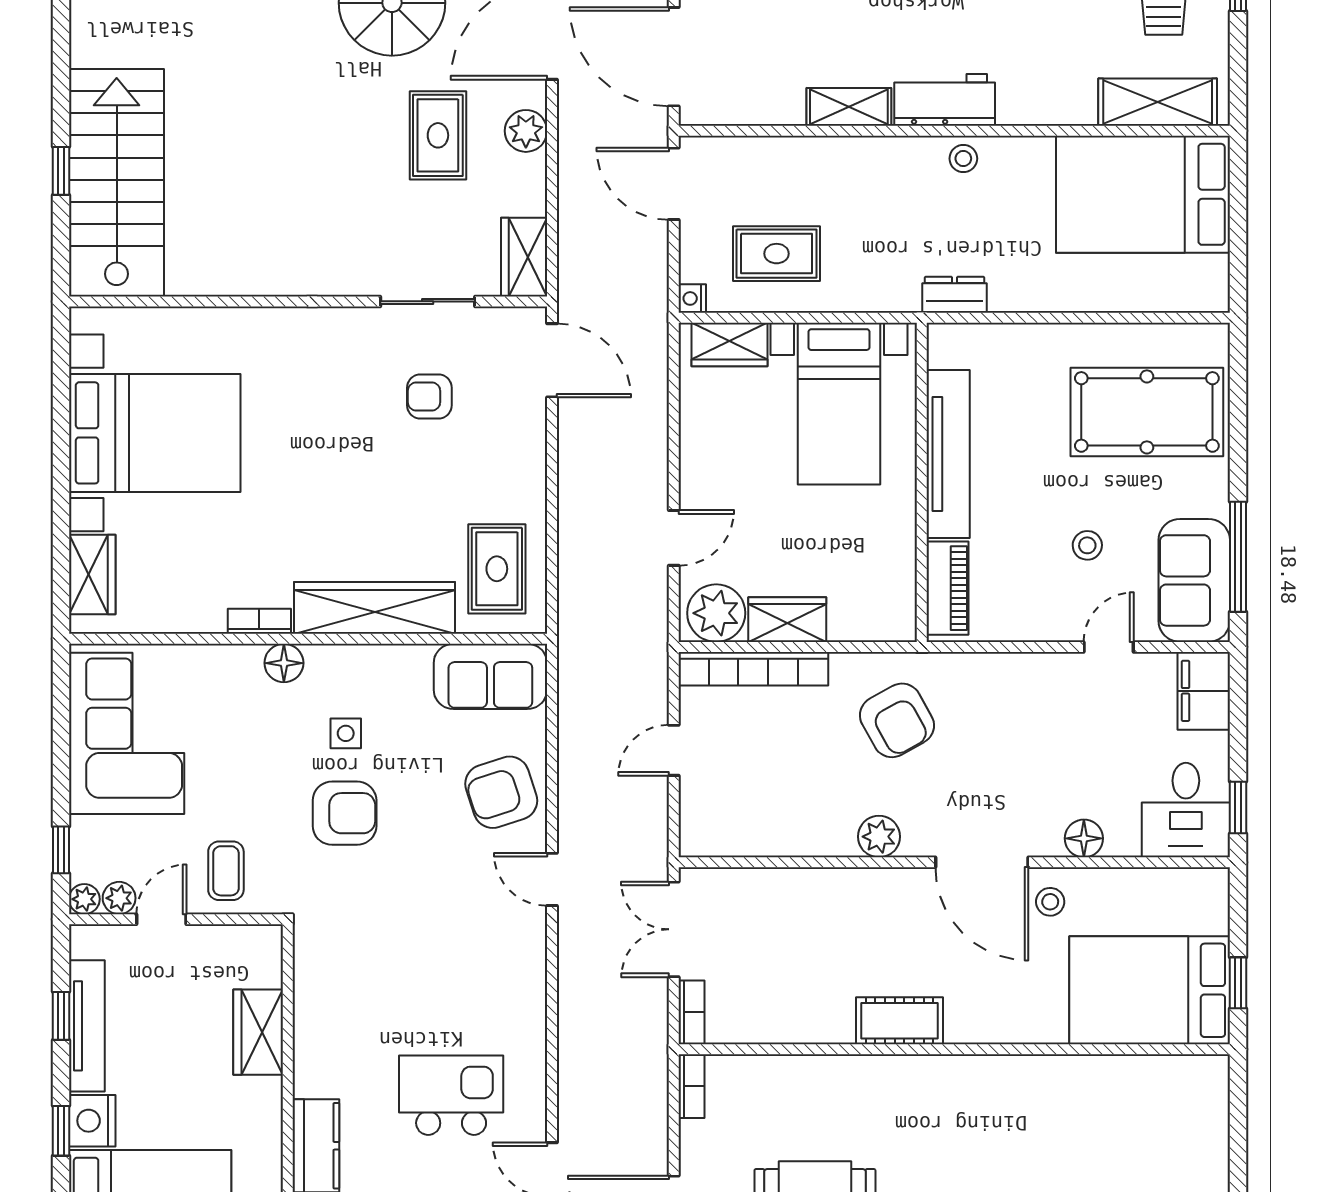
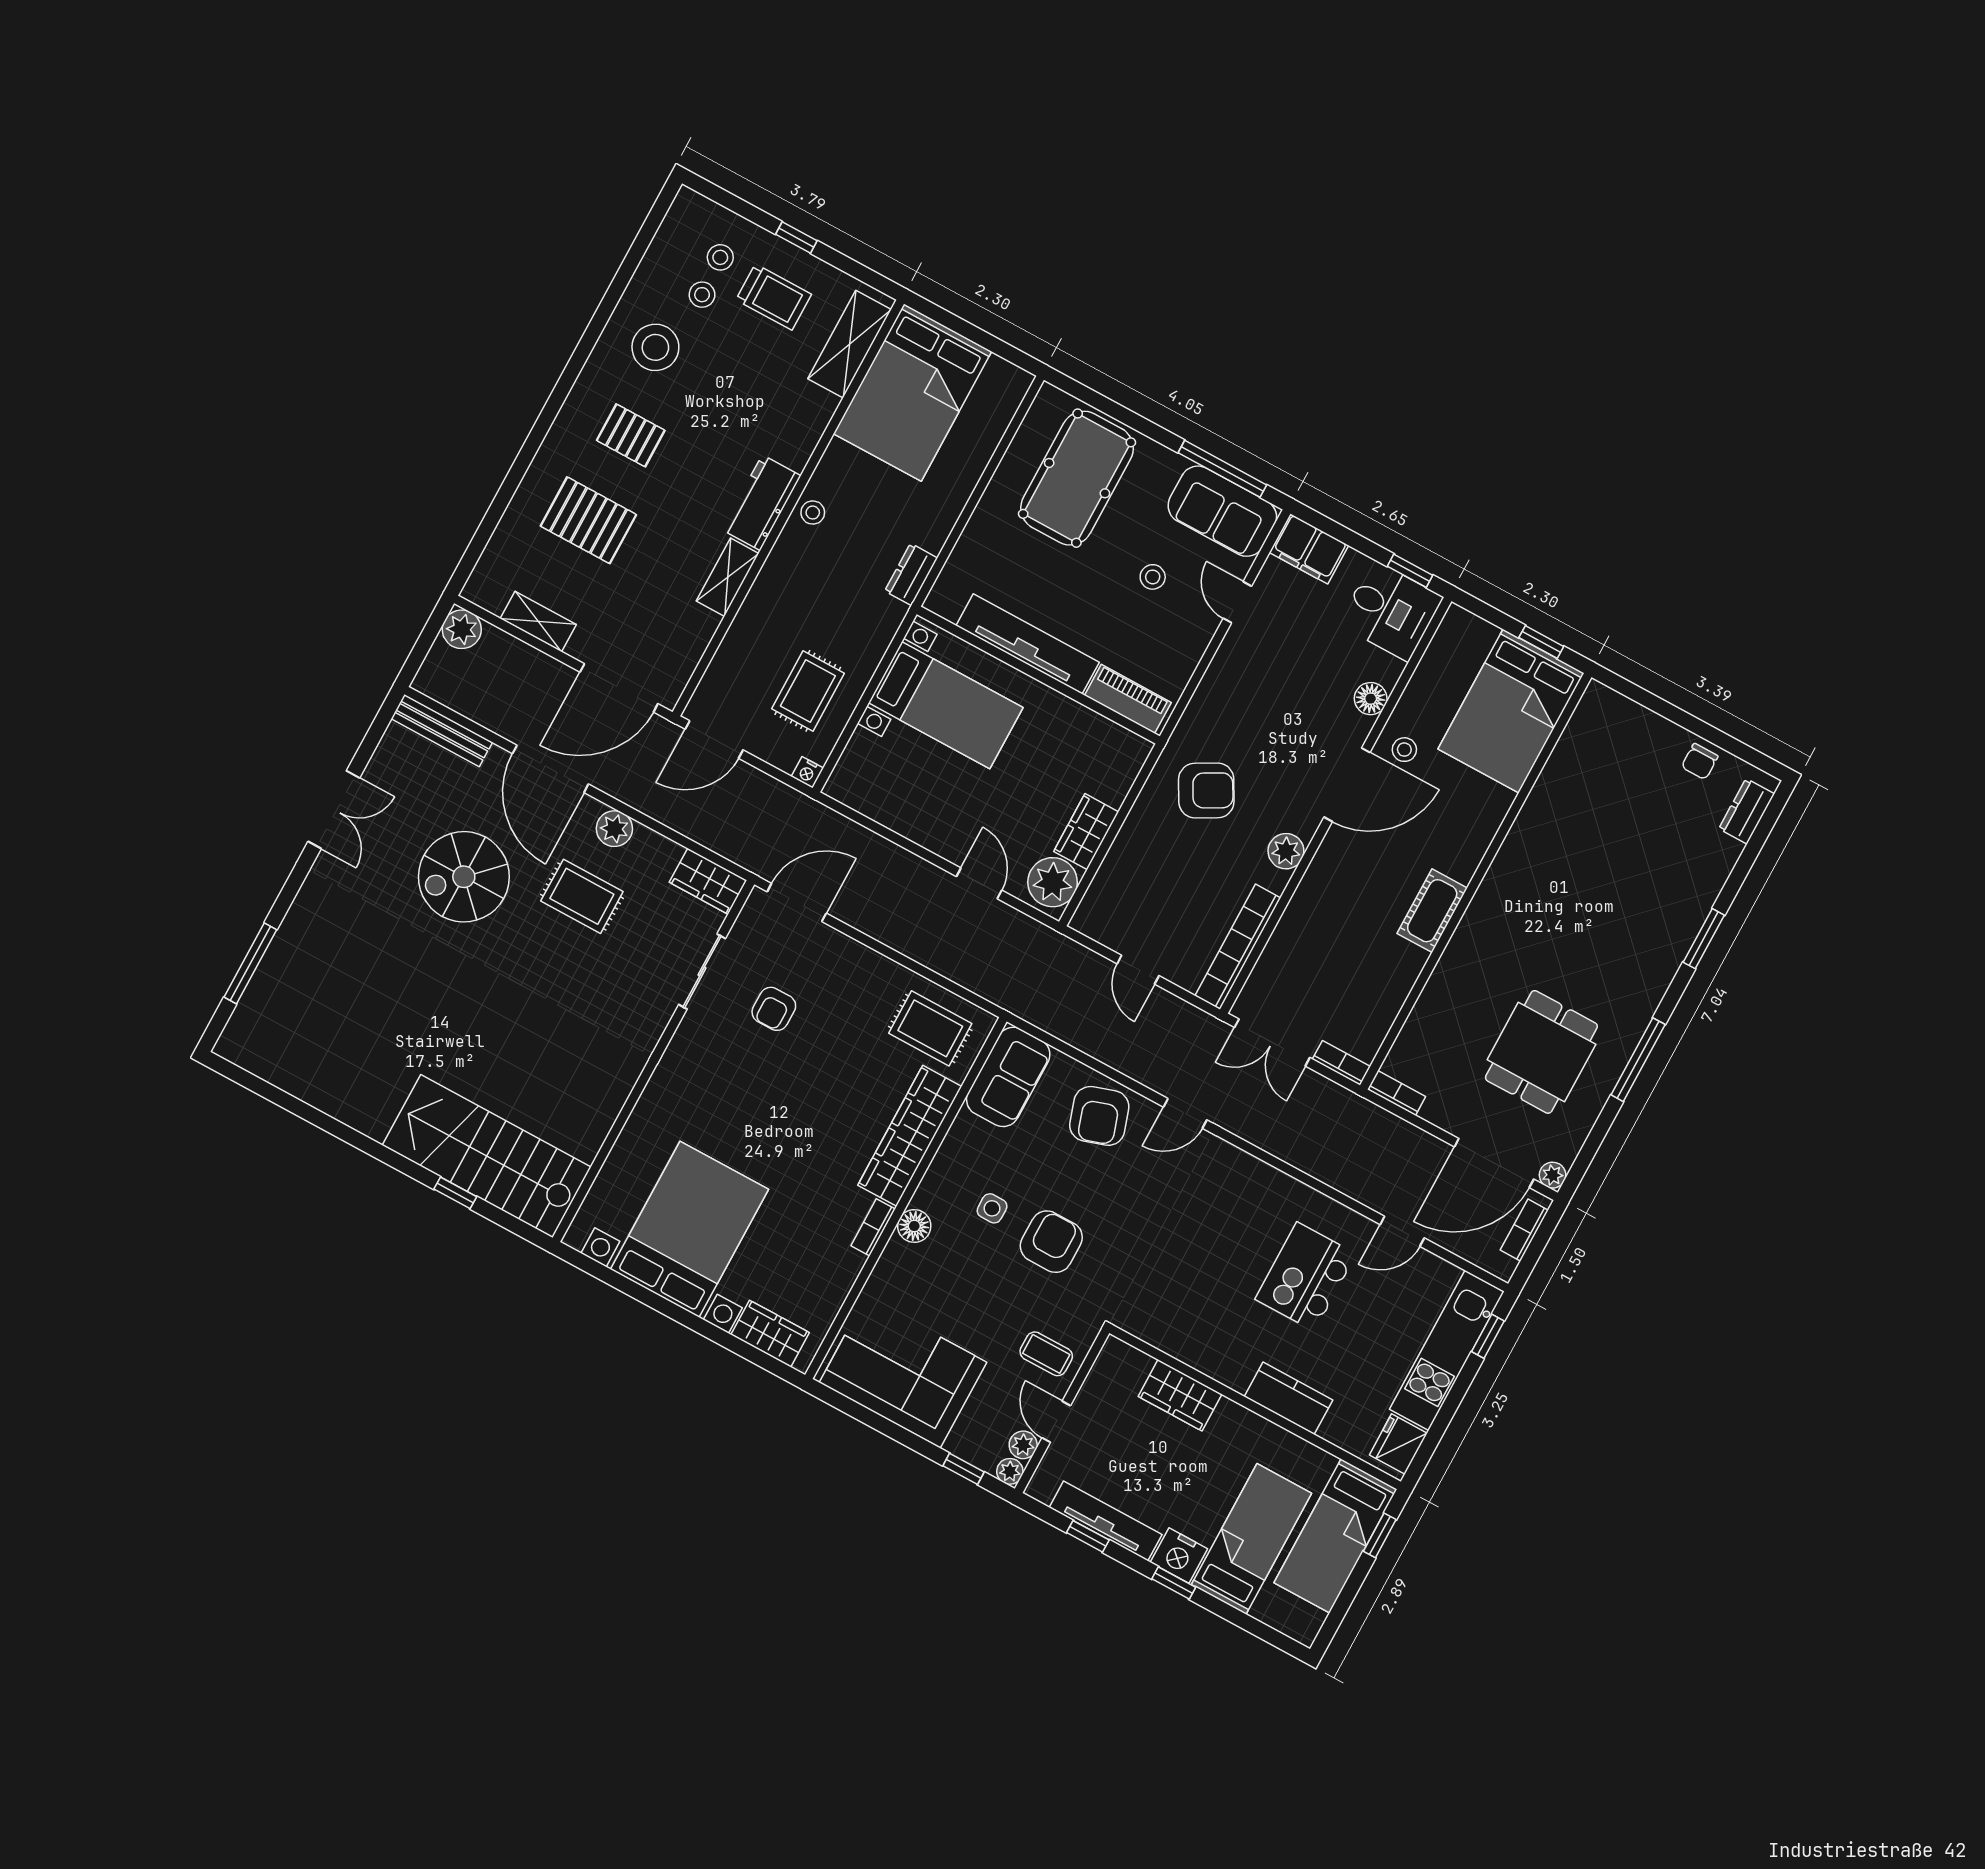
wardrobe: (729, 345) -> (857, 763), removed
bookcase: (753, 669) -> (1238, 947), moved, turned 180

